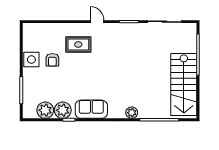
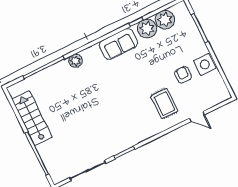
door: (97, 22) -> (197, 117), moved
rug: (78, 44) -> (164, 104), turned 90
stairs: (184, 84) -> (32, 118), width x0.73, depth x0.66

